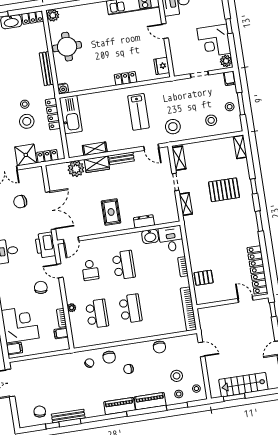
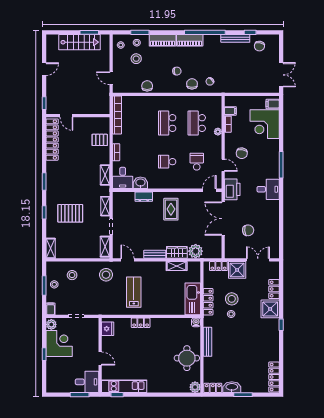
shelving: (191, 239) -> (105, 175), added
school desk: (124, 265) -> (167, 162), width x0.54

